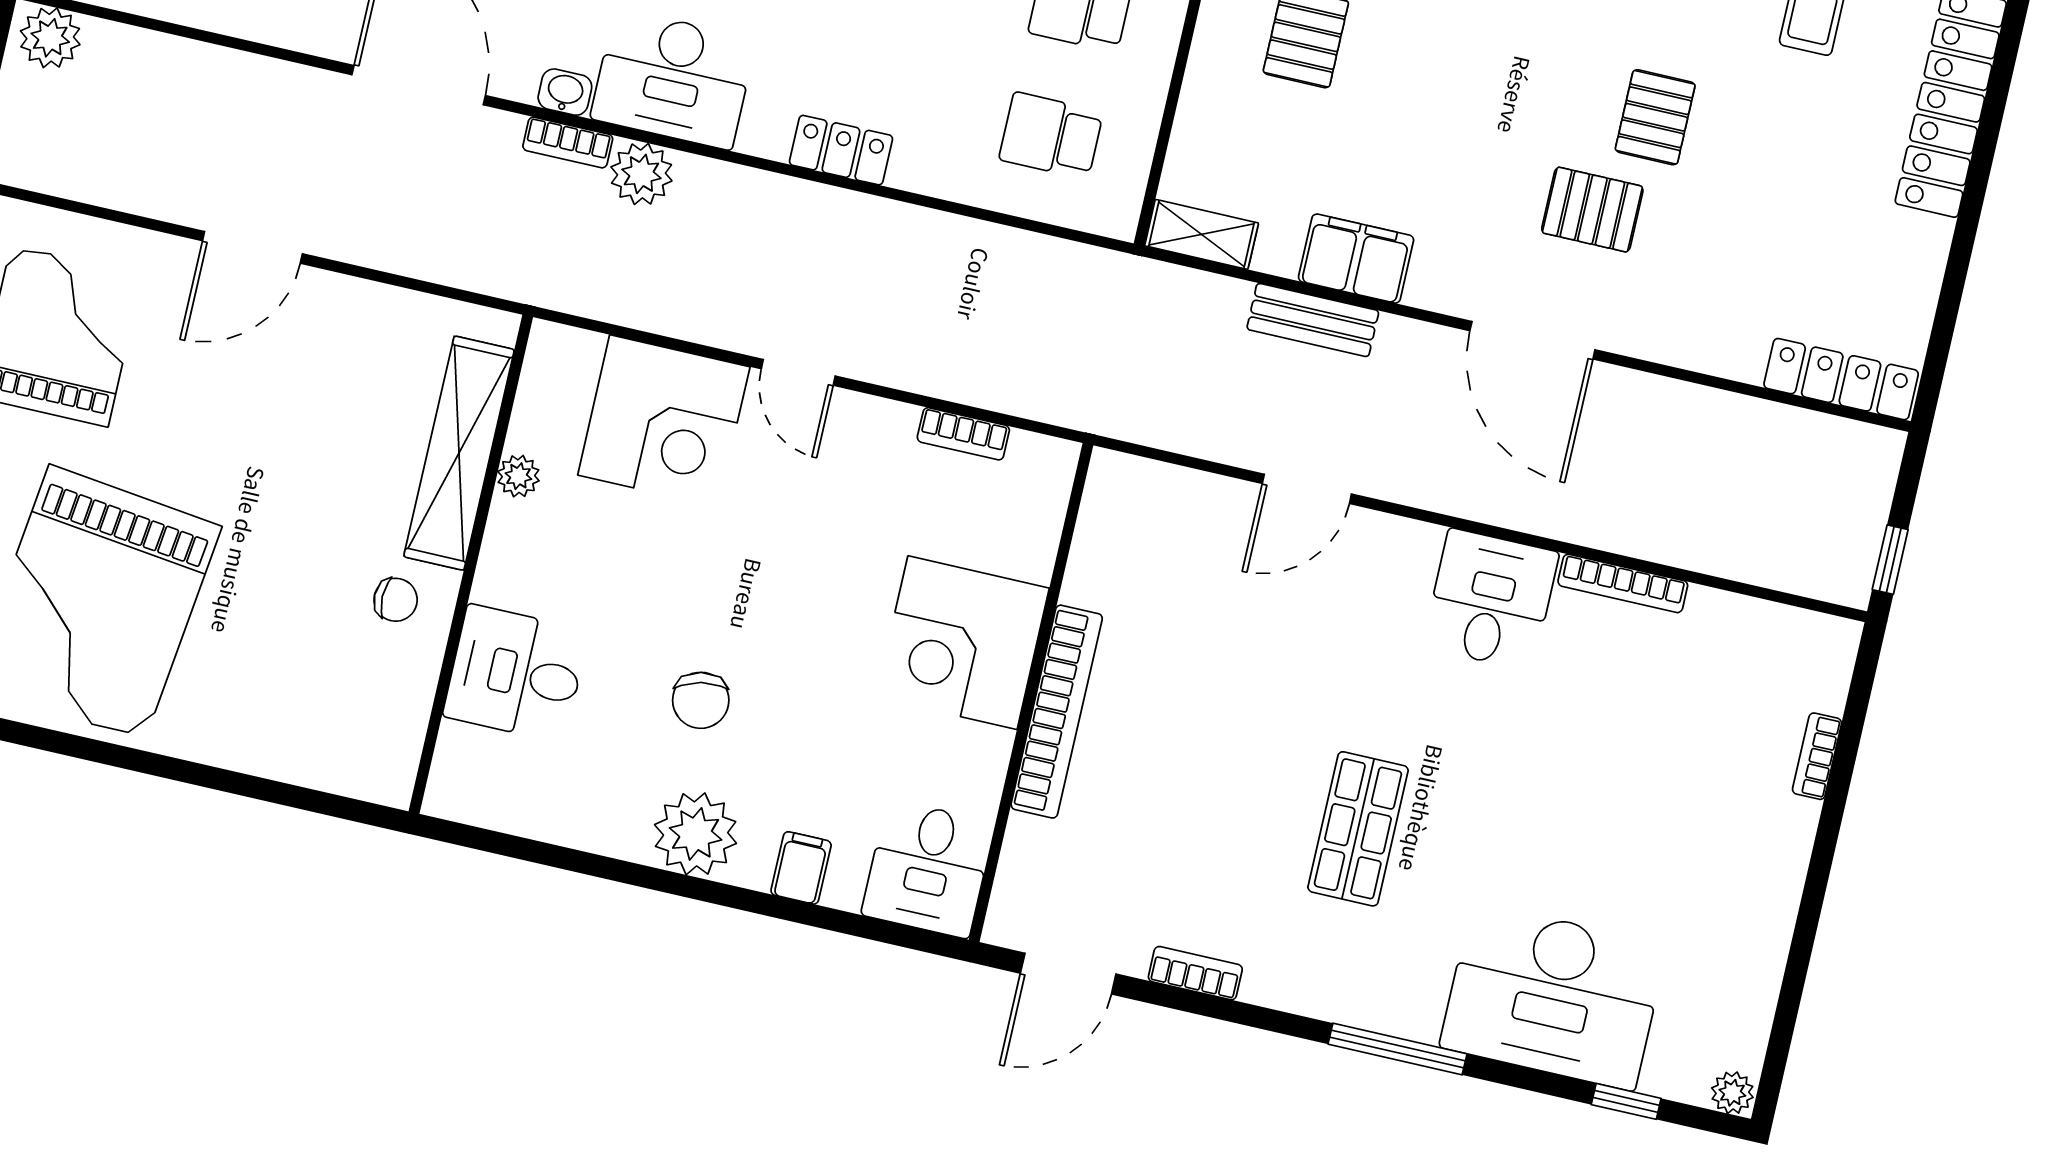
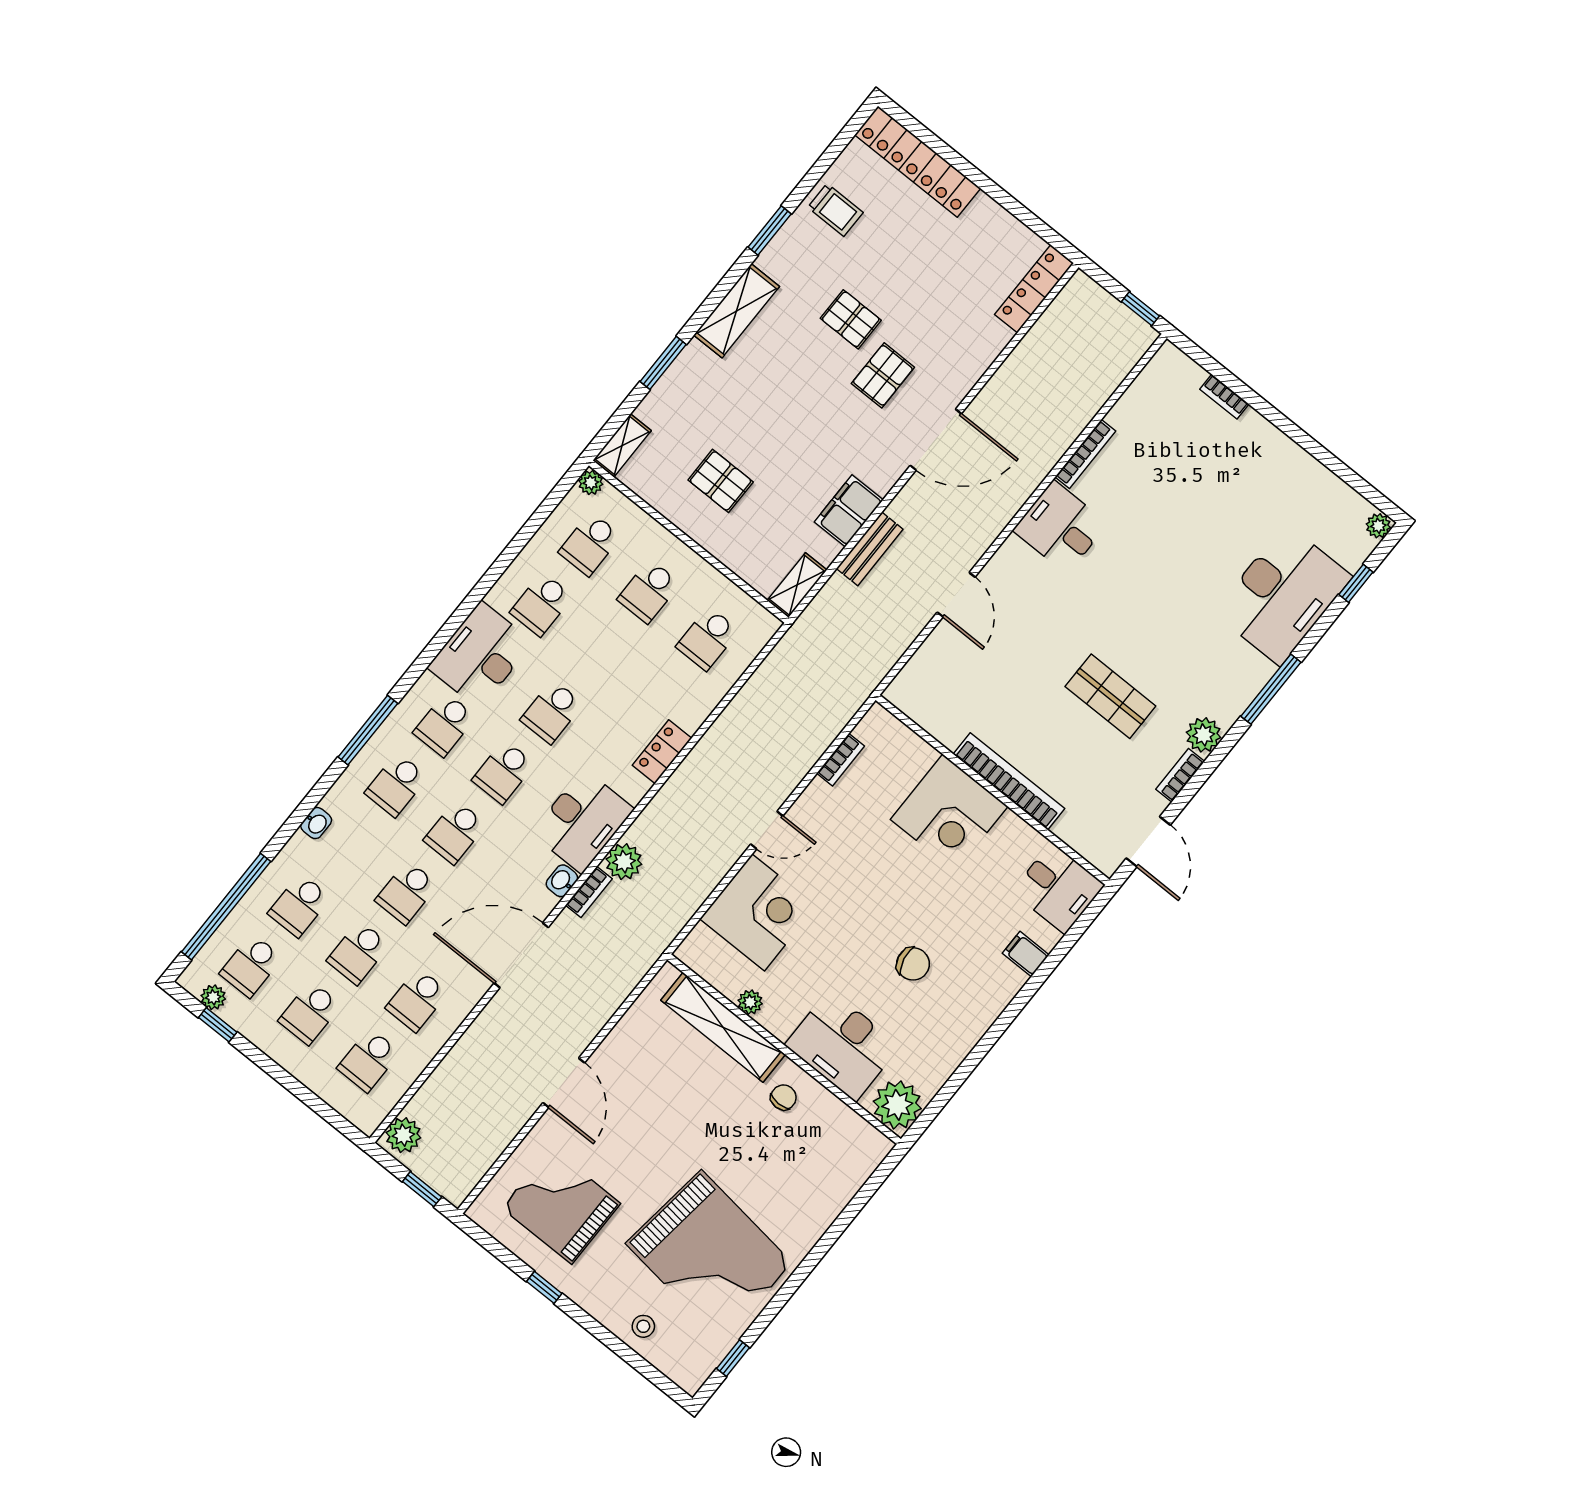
desk: (516, 673) -> (842, 1045), width x1.37
shop shelf: (1358, 829) -> (1110, 696), moved
plant: (696, 834) -> (897, 1105), moved
plant: (1276, 979) -> (1204, 735), added

